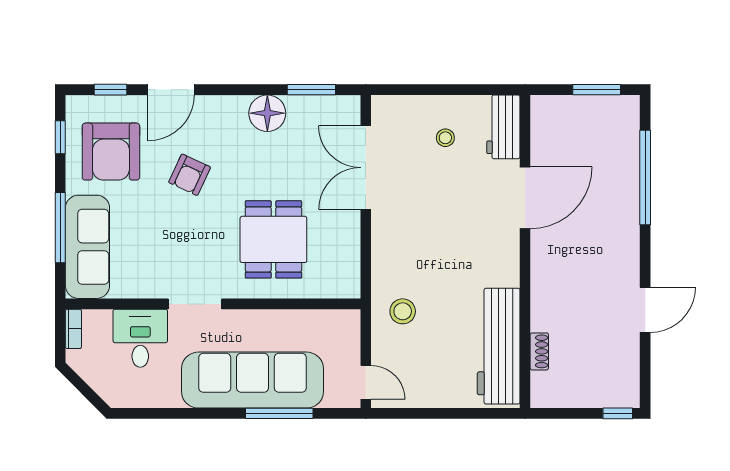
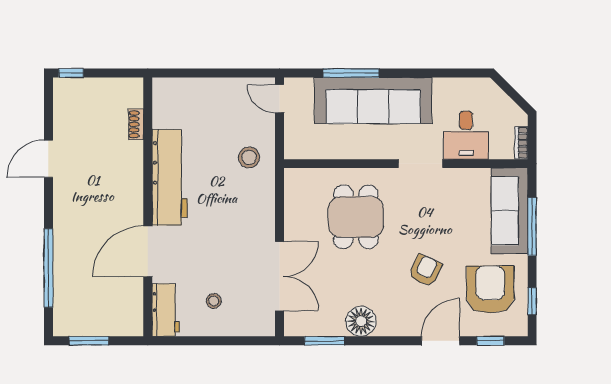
workbench: (499, 346) -> (170, 177), moved

